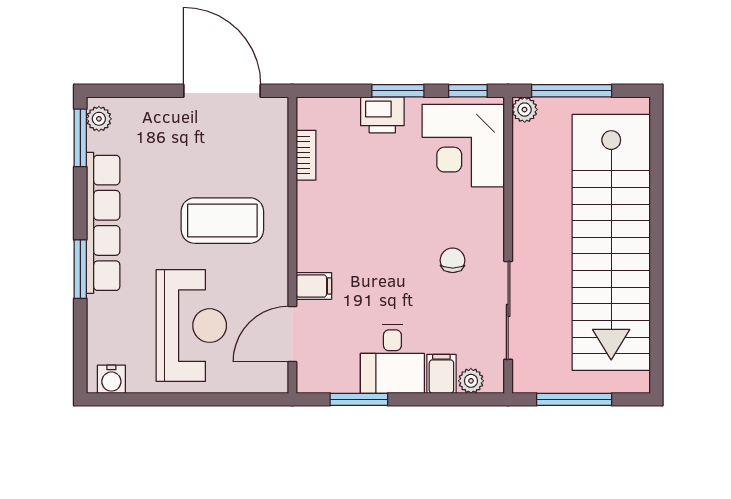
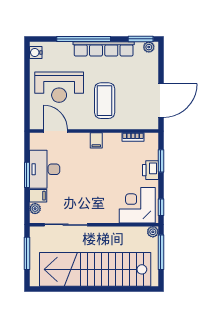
window: (398, 91) -> (161, 161), moved
chair: (453, 260) -> (87, 201), removed
window: (80, 269) -> (84, 39), width x2.11
filing cabinet: (314, 286) -> (96, 140), moved
desk: (392, 359) -> (45, 169), width x1.37
window: (359, 399) -> (27, 175), moved

